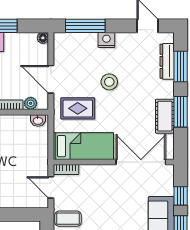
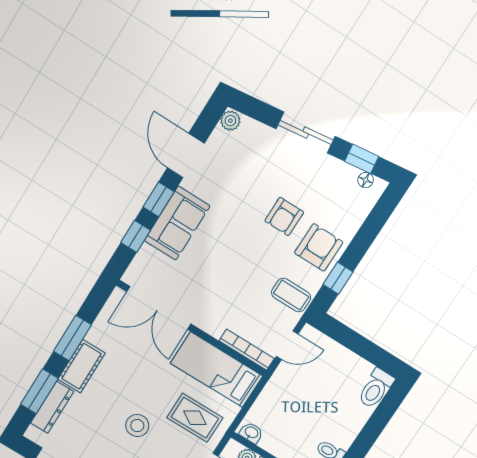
cot: (165, 116) -> (81, 366), moved
bookcase: (66, 170) -> (247, 350), width x1.56
door: (51, 187) -> (287, 345), hinge flipped

